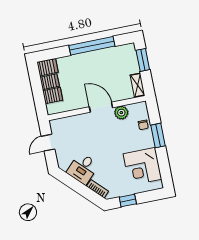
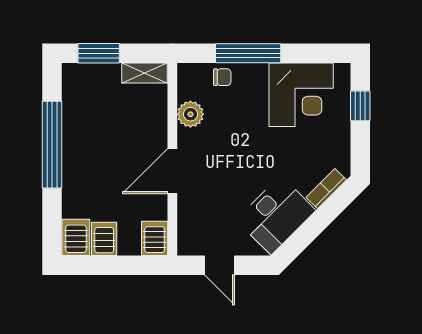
server rack: (53, 96) -> (155, 238), moved
door: (101, 107) -> (172, 171), moved
window: (158, 136) -> (248, 53), width x1.44
desk: (83, 168) -> (276, 215), width x1.37
window: (128, 201) -> (360, 106), moved

